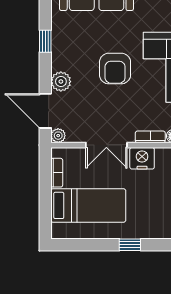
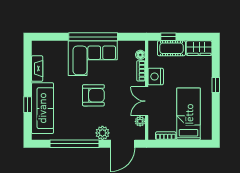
window: (45, 41) -> (74, 144), width x3.17
plant: (58, 136) -> (140, 121), moved
double door: (106, 145) -> (147, 101), swing flipped

